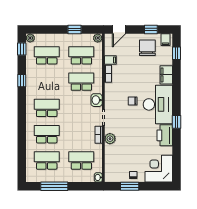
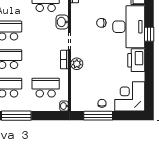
window: (177, 122) -> (149, 34), moved
window: (130, 186) -> (98, 116), width x1.44

